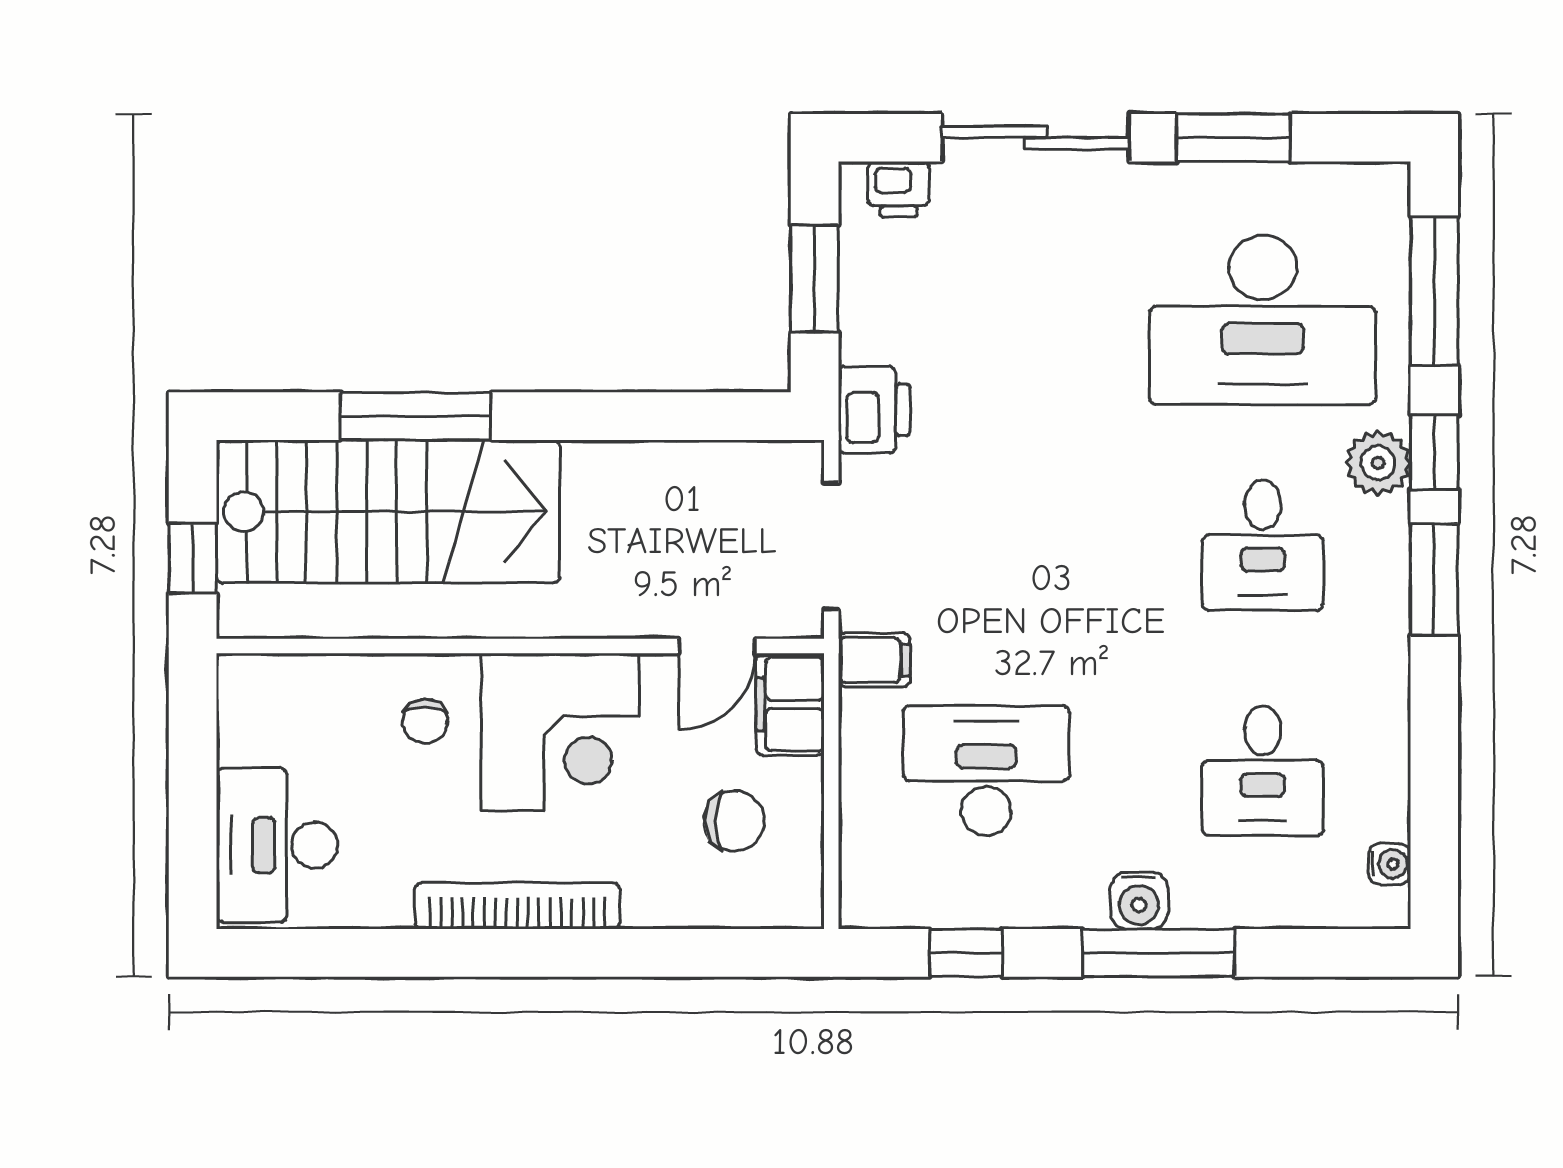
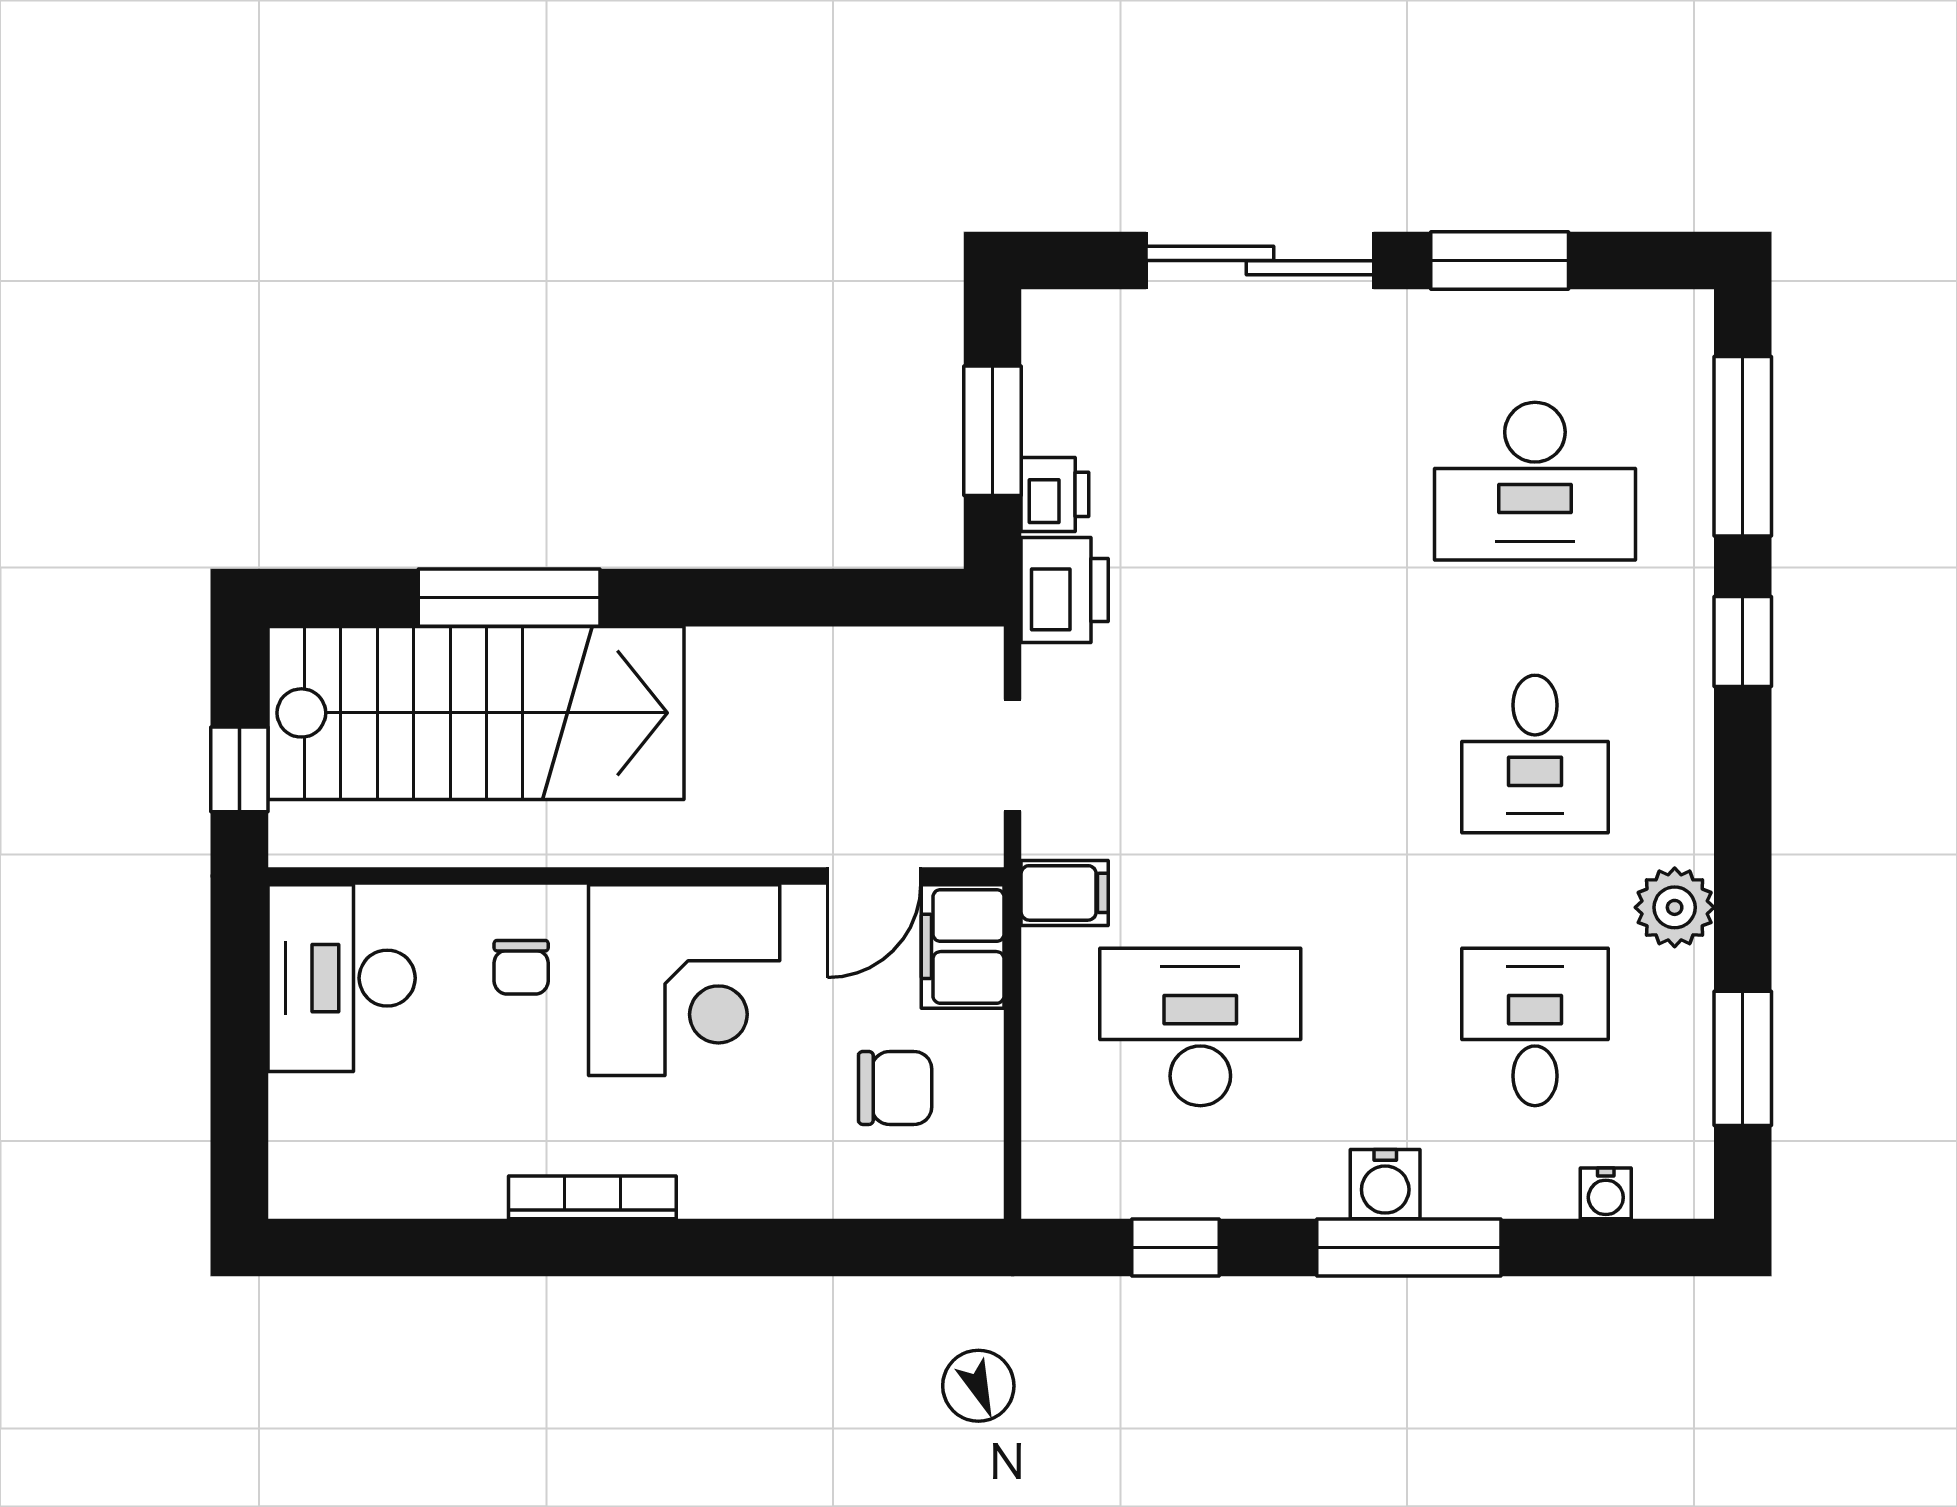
printer: (899, 189) -> (1055, 494), moved, turned -90
desk: (1263, 320) -> (1535, 481), width x0.73, depth x0.77
plant: (1378, 463) -> (1675, 907), moved
doorway: (831, 546) -> (1013, 755), width x0.73
window: (1434, 579) -> (1743, 1058), moved
desk: (1263, 771) -> (1535, 1027), turned 180
desk: (277, 845) -> (342, 978), moved
water cooler: (1390, 864) -> (1606, 1193), moved, turned 90
bookcase: (517, 906) -> (592, 1197), width x0.68, depth x0.76

